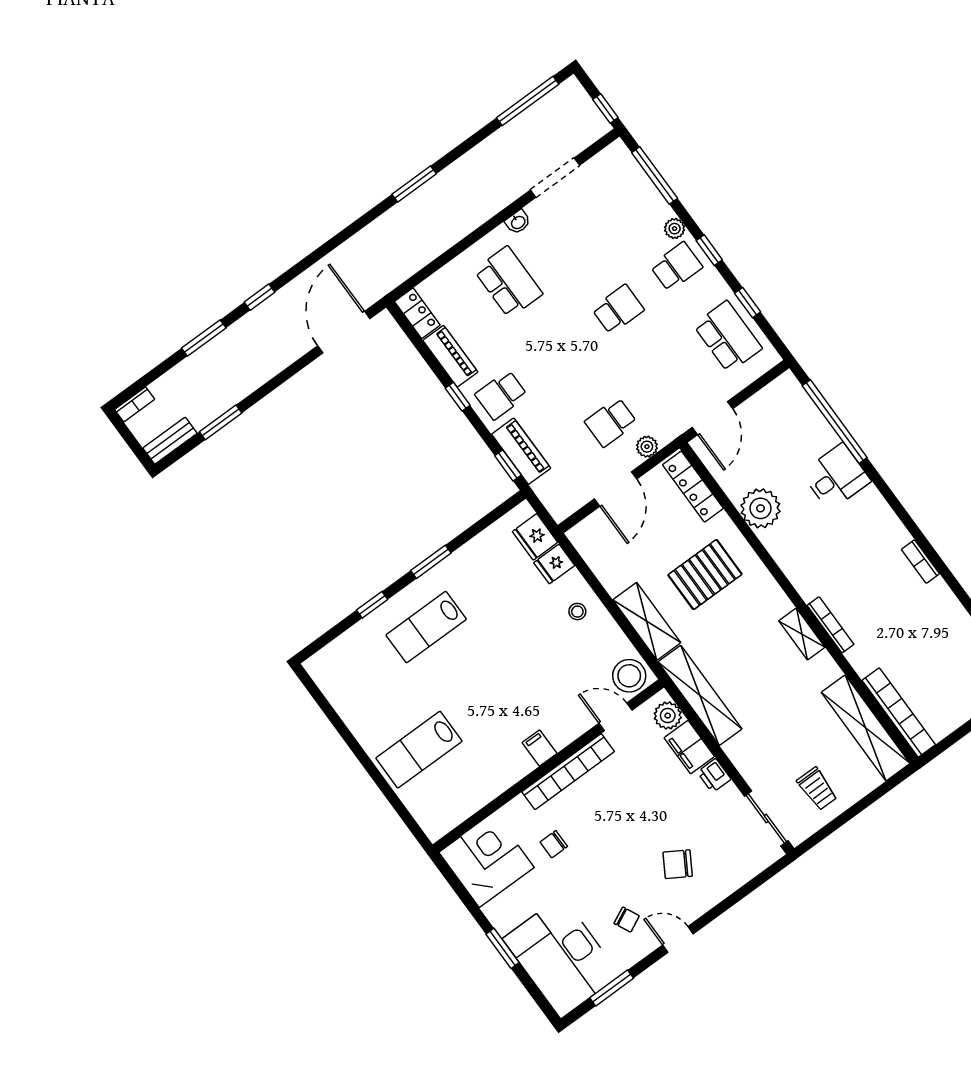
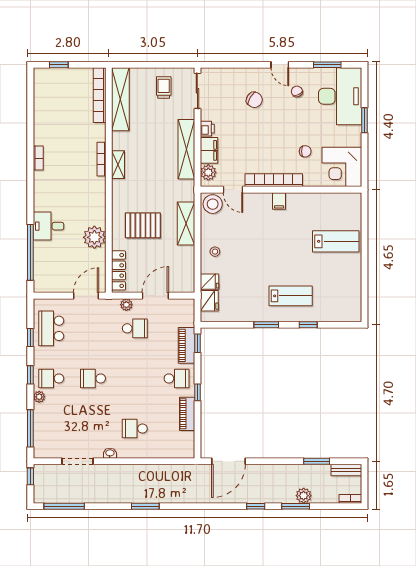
school desk: (508, 282) -> (135, 429), width x0.54
locker: (417, 313) -> (188, 445), removed
plant: (204, 361) -> (304, 496), added
shelving: (700, 695) -> (186, 149), moved

